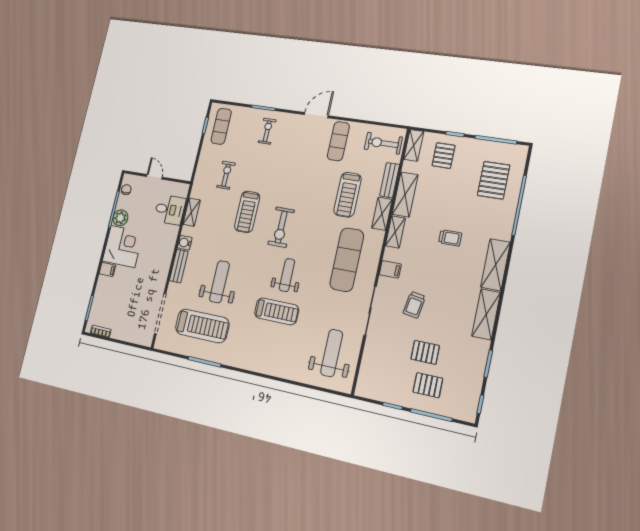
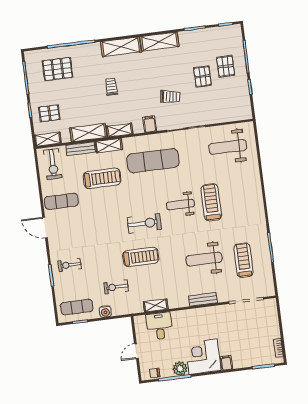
water cooler: (185, 243) -> (105, 312), moved
treadmill: (202, 326) -> (243, 260), width x0.73, depth x0.73

